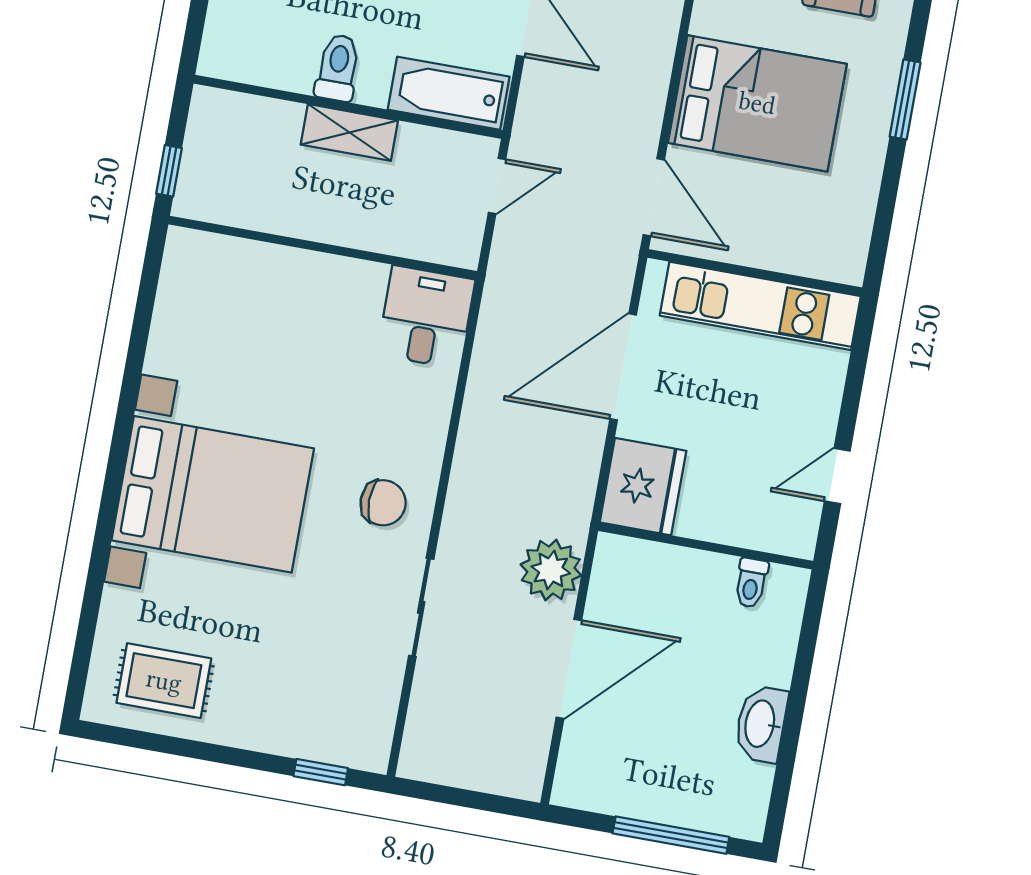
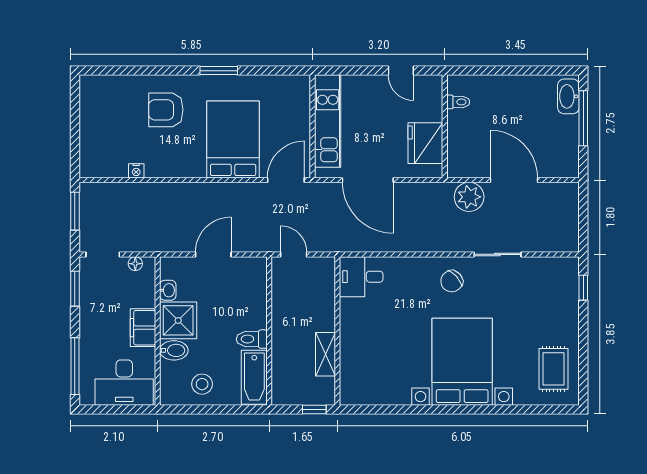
bathtub: (449, 93) -> (254, 377), moved
shelving: (349, 132) -> (325, 354), moved
fridge: (643, 487) -> (425, 143), moved, turned -90
chair: (383, 503) -> (452, 281), turned -132
washbasin: (761, 724) -> (568, 96), moved, turned 90

